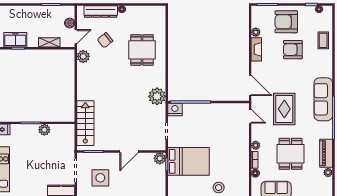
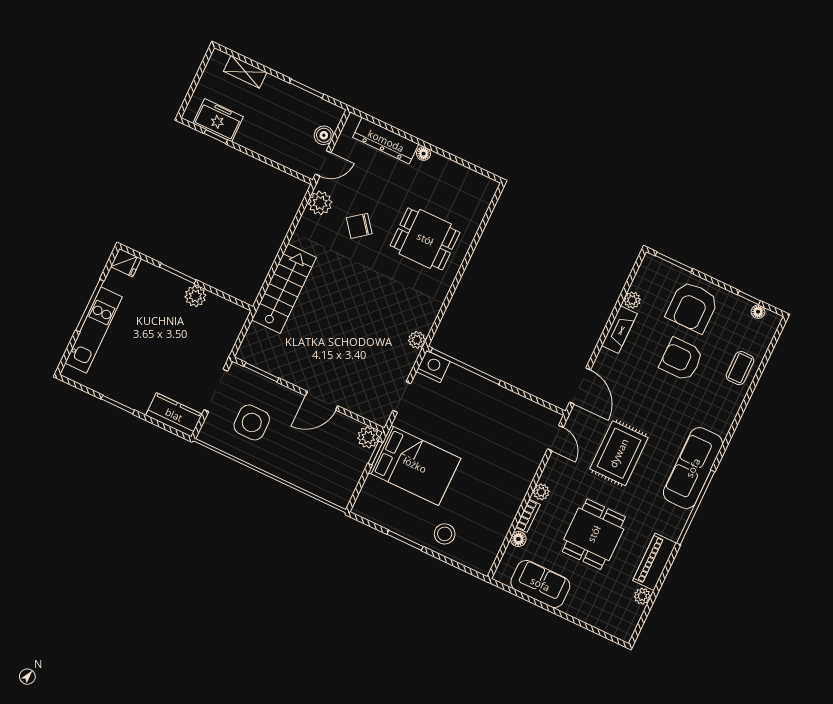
armchair: (286, 22) -> (692, 307), turned -90
chair: (105, 40) -> (359, 226), moved
shelving: (49, 42) -> (245, 72), moved
dining table: (142, 50) -> (425, 239), turned 90
plant: (157, 96) -> (417, 340), width x0.53, depth x0.53
stairs: (85, 123) -> (284, 289), moved

